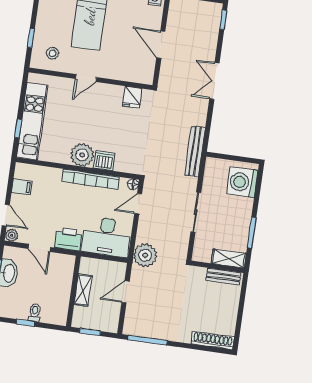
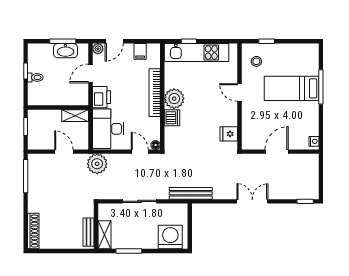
bookcase: (91, 179) -> (155, 93), moved
shelving: (83, 290) -> (75, 116), moved

